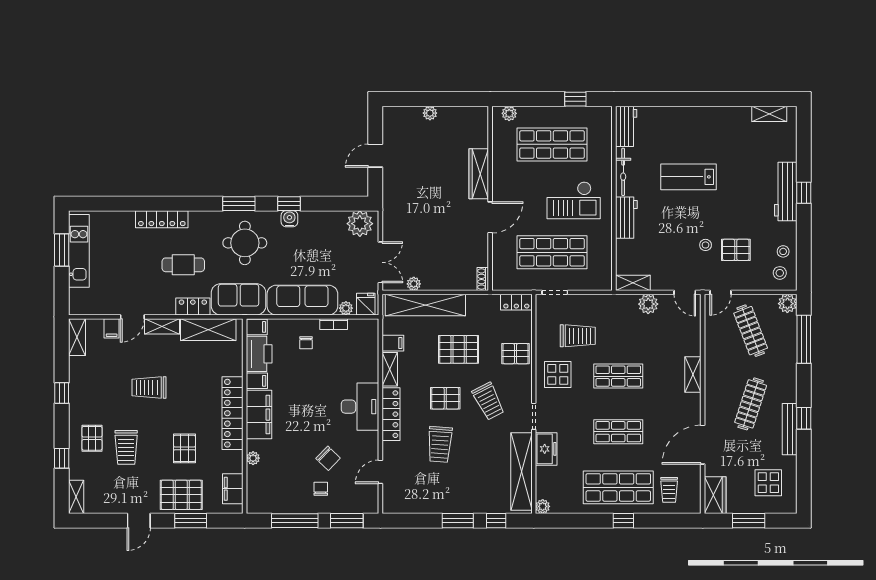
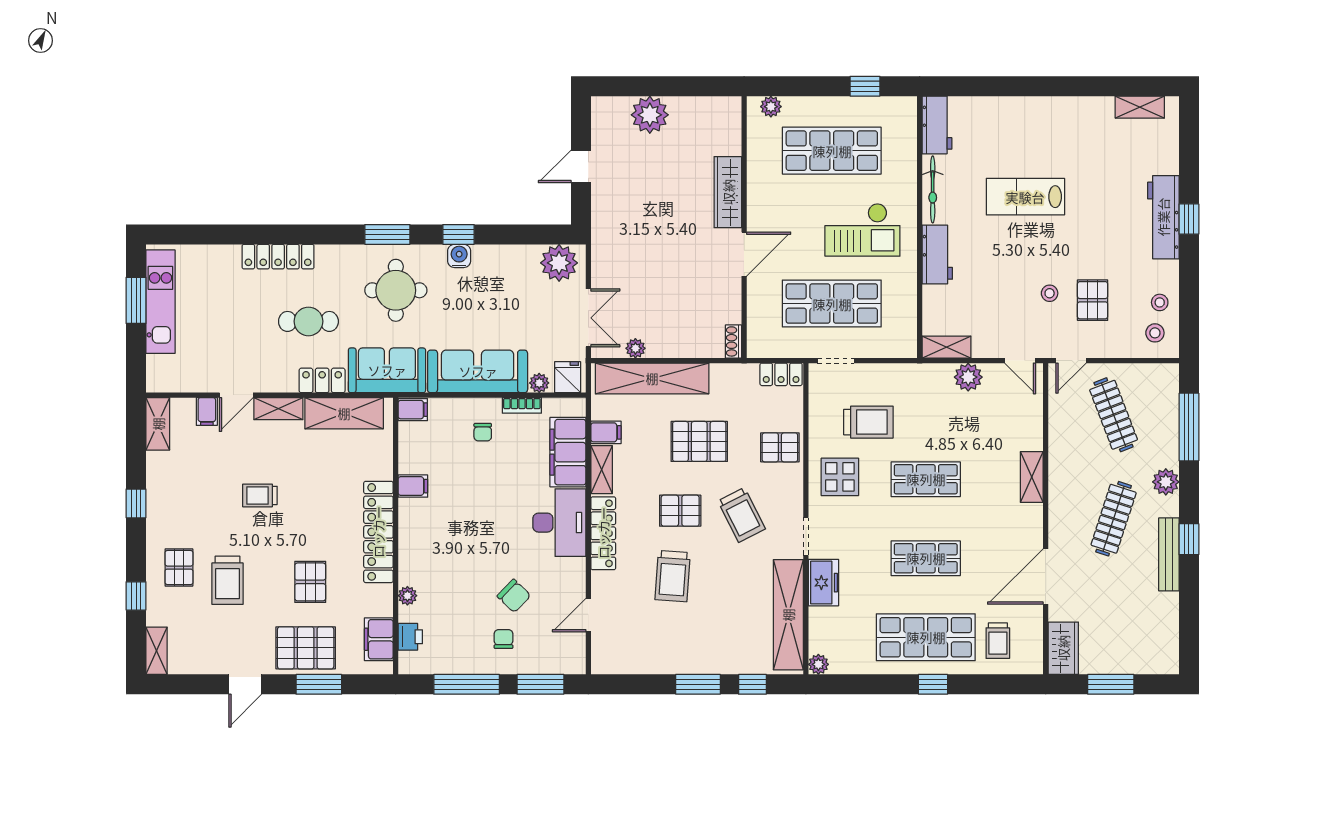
plant: (430, 113) -> (650, 115), width x1.87, depth x1.87
pallet: (736, 250) -> (1093, 300), turned 90
plant: (787, 304) -> (1166, 482), moved
printer: (259, 354) -> (410, 637), moved, width x0.53, depth x0.68
trolley: (149, 387) -> (260, 495), width x0.73, depth x0.72
filing cabinet: (259, 415) -> (568, 452), moved, turned 180
display table: (768, 483) -> (1139, 631), removed

